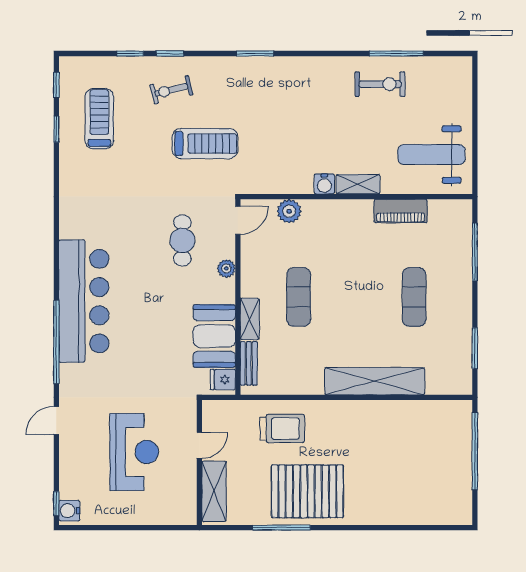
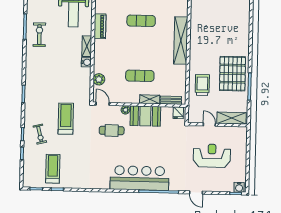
treadmill: (99, 119) -> (53, 169), turned 90
booth: (214, 336) -> (145, 116), moved

